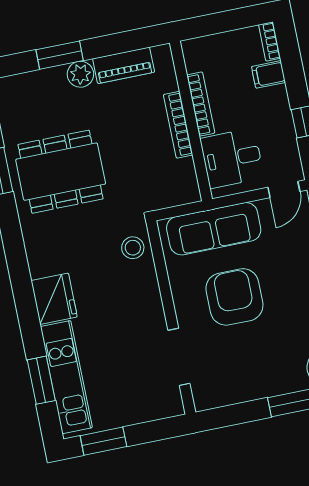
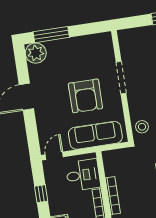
doorway: (179, 357) -> (121, 78), moved

